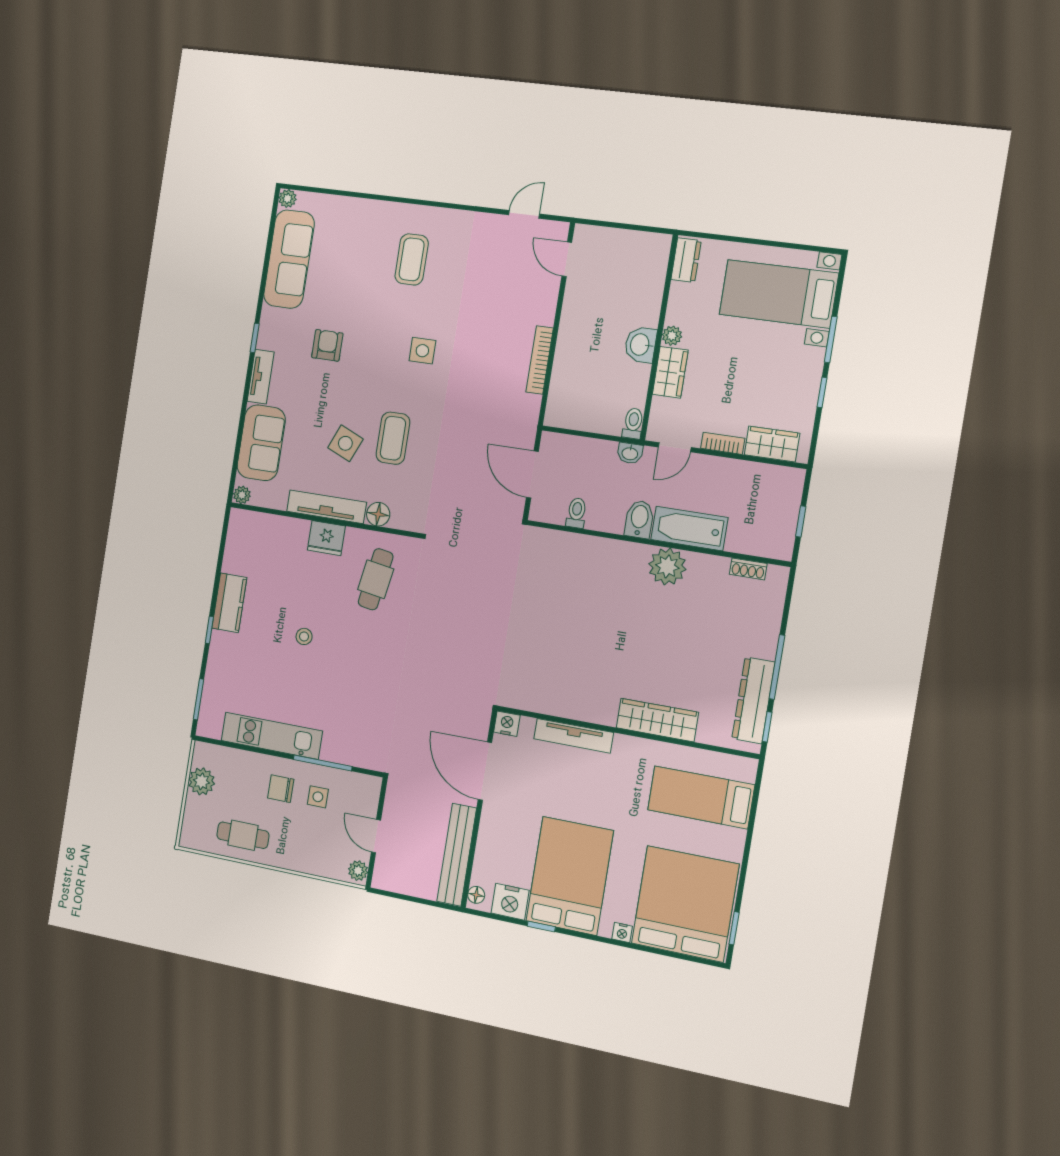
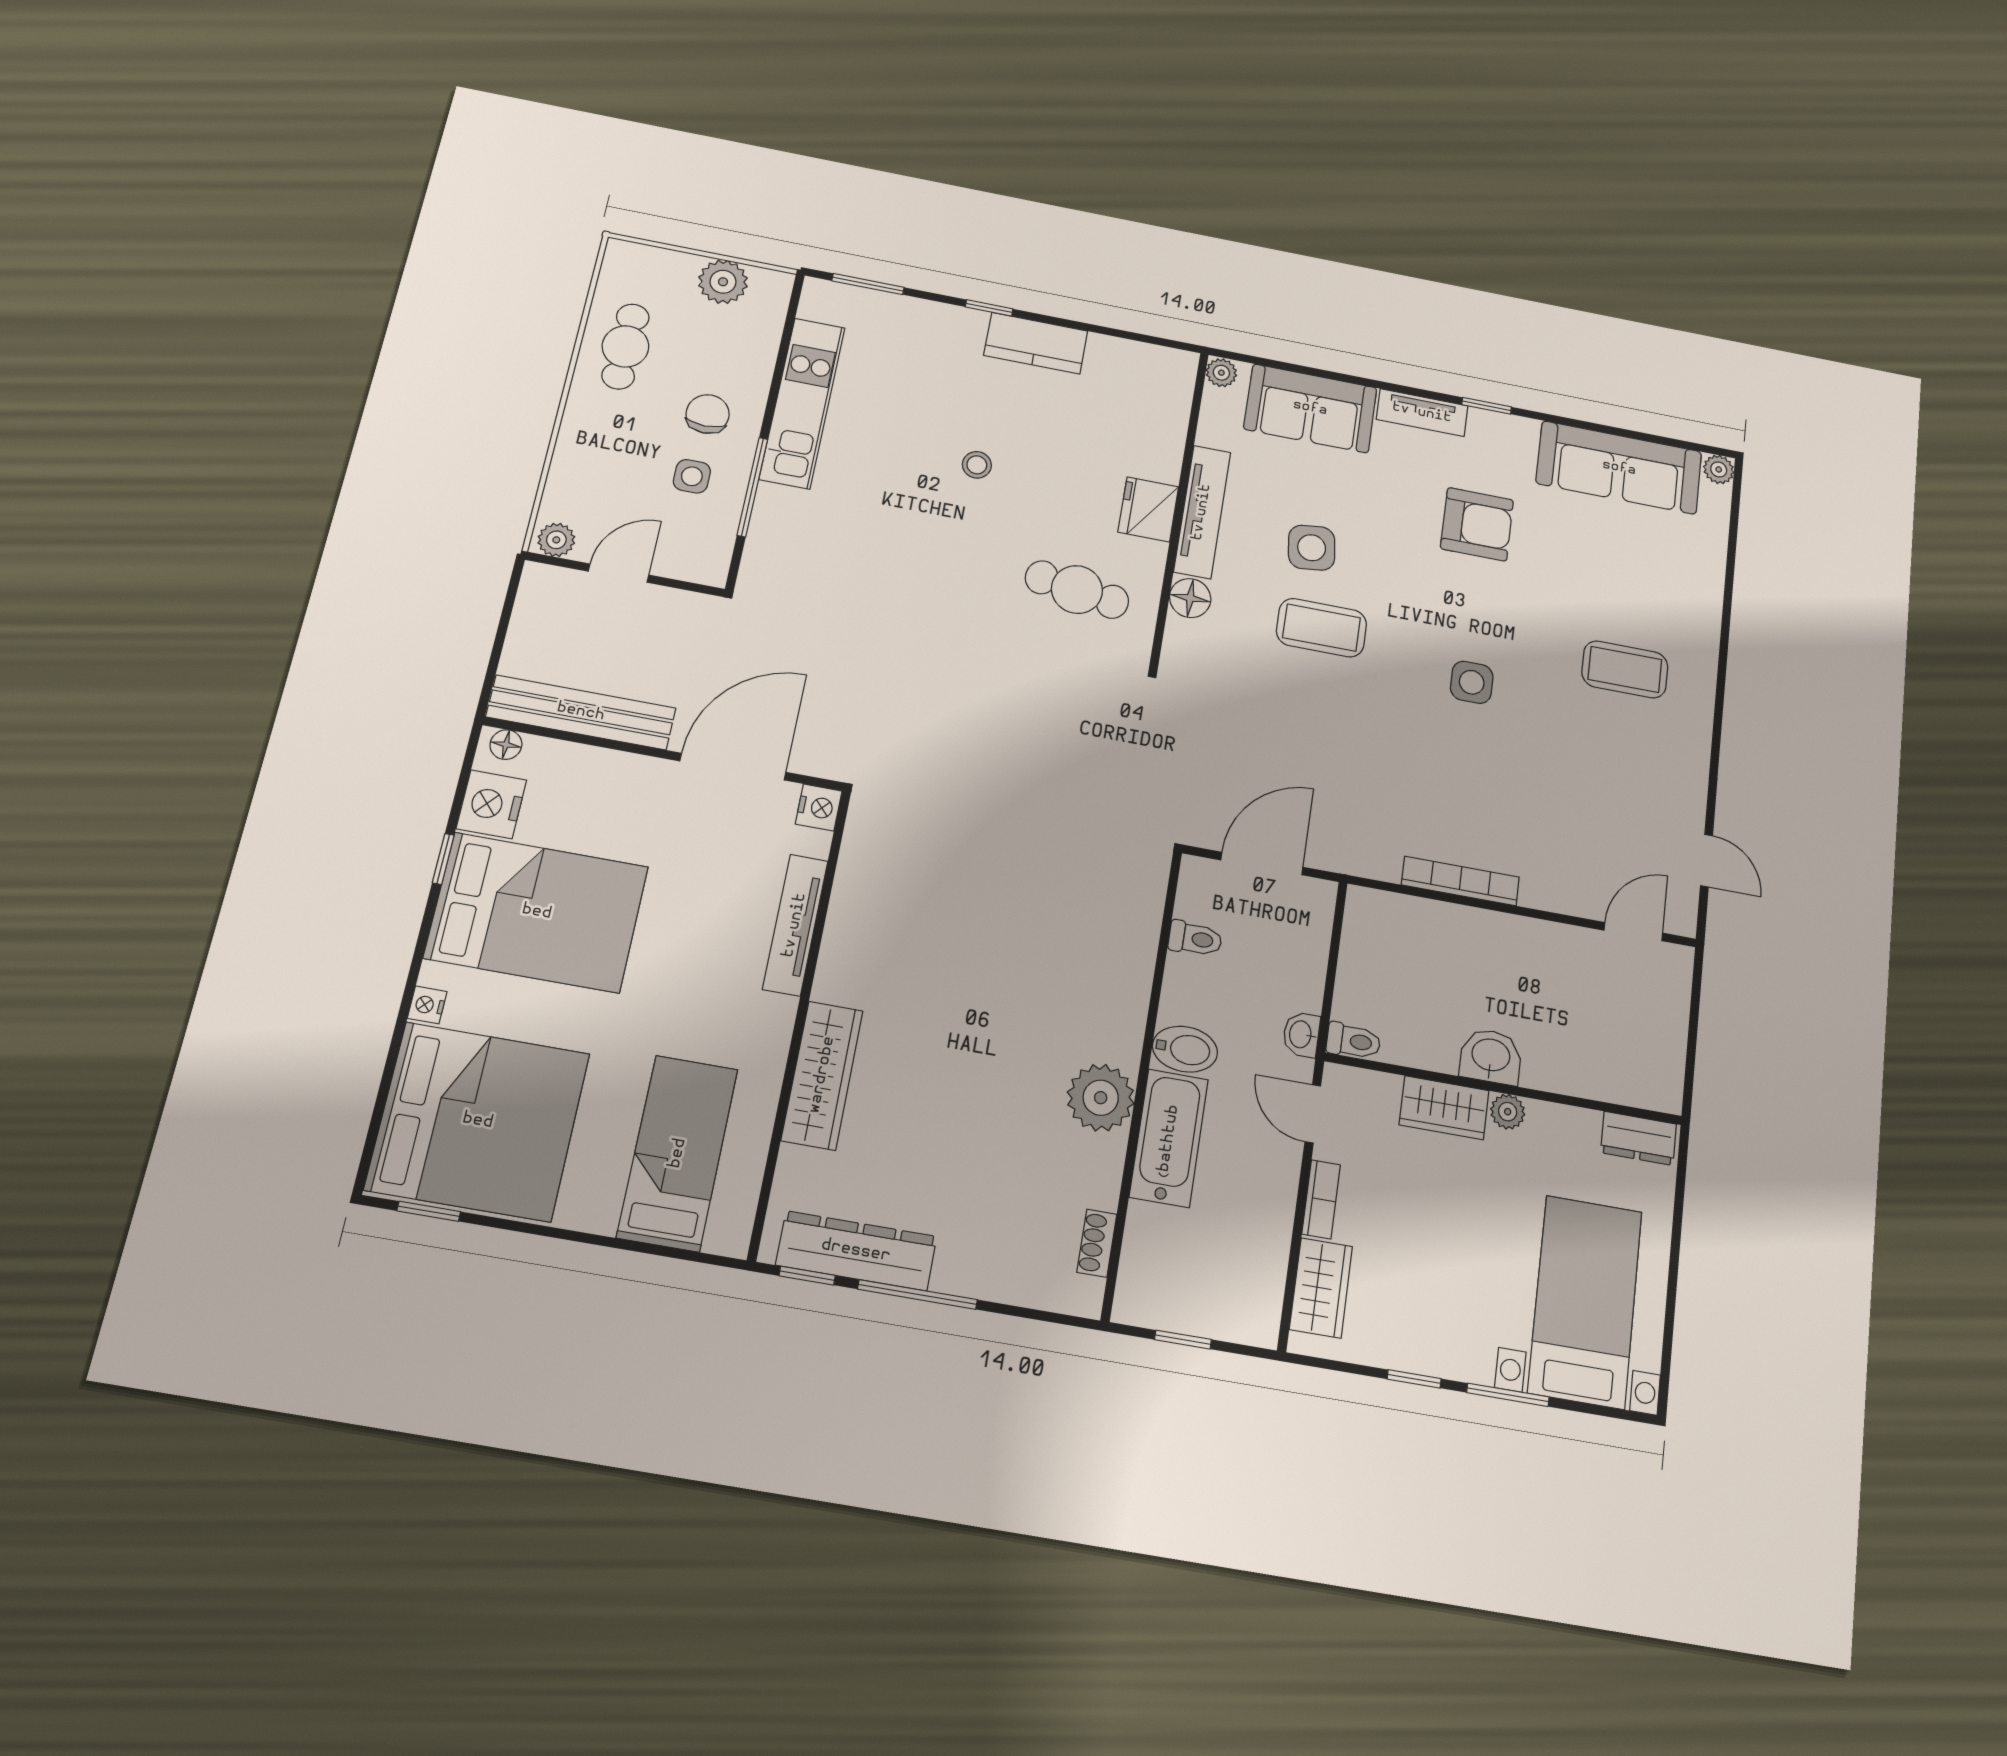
armchair: (327, 345) -> (1477, 524), width x1.38, depth x1.38
side table: (345, 443) -> (1312, 548), turned -30

